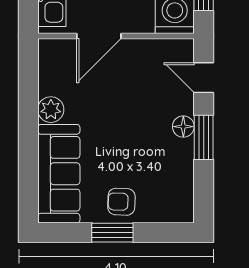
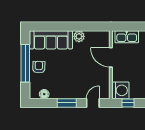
floor lamp: (183, 127) -> (44, 94), moved
window: (112, 233) -> (25, 63), width x2.11

